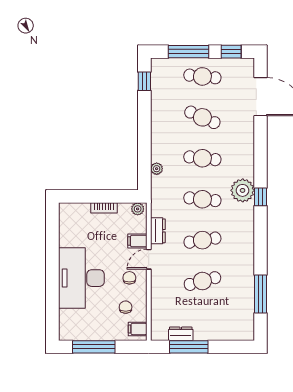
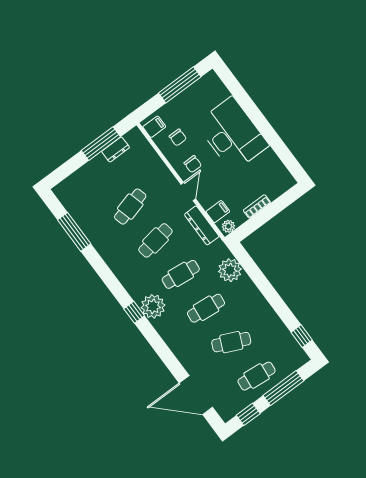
plant: (157, 169) -> (230, 270), width x1.87, depth x1.87
dresser: (158, 231) -> (202, 225), width x1.44
filing cabinet: (137, 241) -> (218, 212), moved

